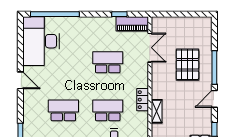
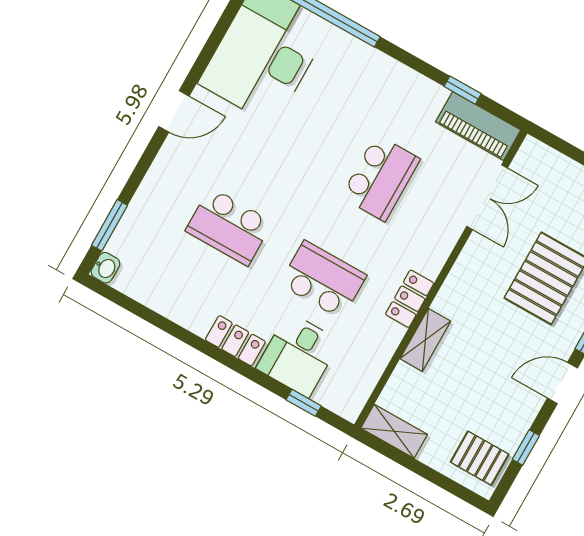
school desk: (108, 62) -> (381, 178), turned 90
door: (20, 80) -> (174, 111), hinge flipped
school desk: (63, 110) -> (229, 226), turned 180

